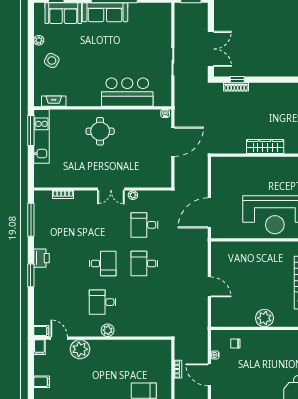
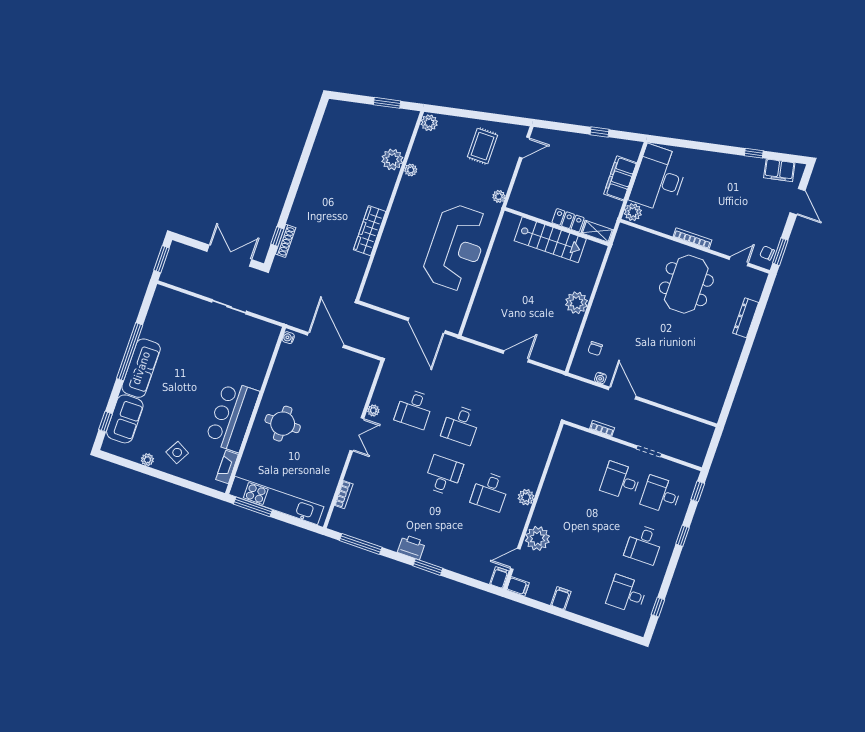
bar counter: (127, 92) -> (232, 416), moved
kitchen unit: (41, 136) -> (276, 500), width x1.36
door: (209, 375) -> (622, 393), swing flipped

